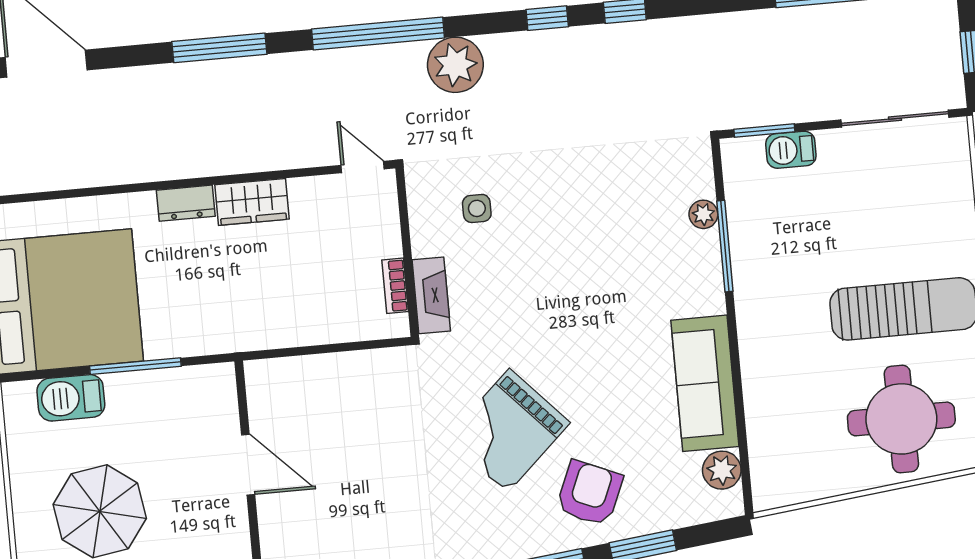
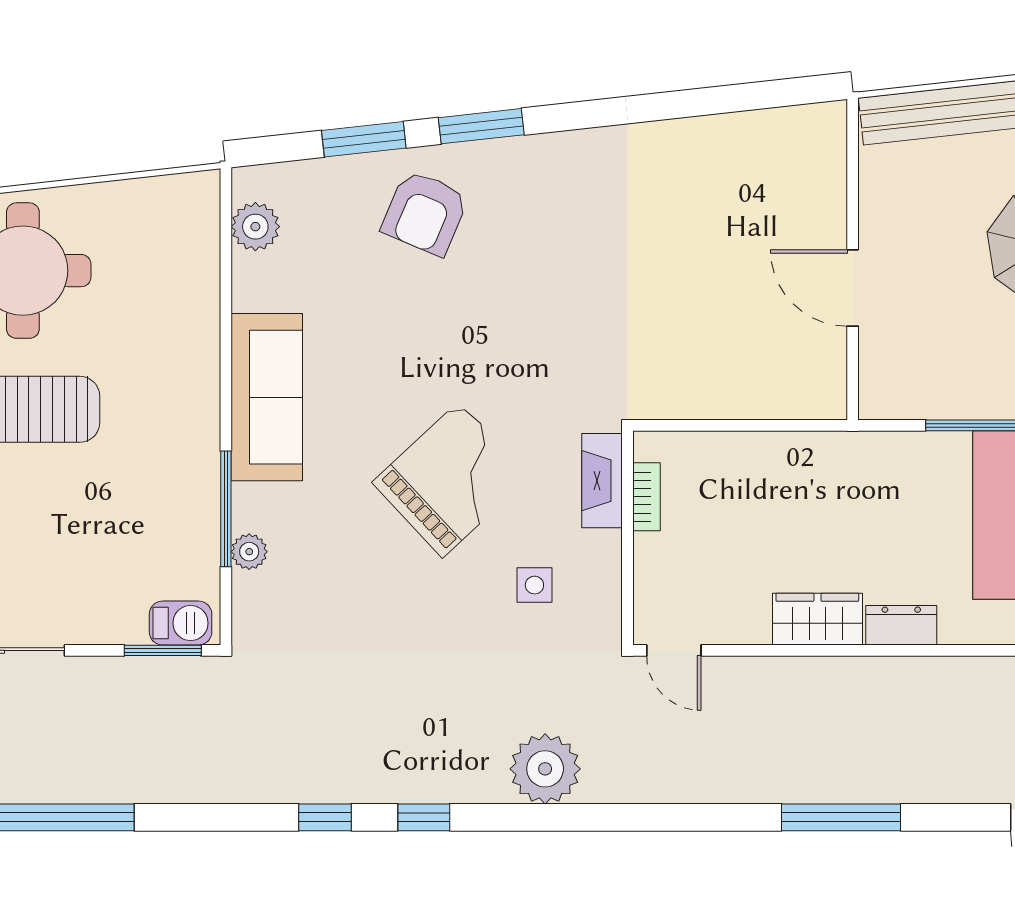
window: (378, 33) -> (639, 817), removed
barbecue: (791, 150) -> (181, 623), moved
sofa: (705, 383) -> (267, 397), moved
grand piano: (508, 431) -> (451, 480), moved

